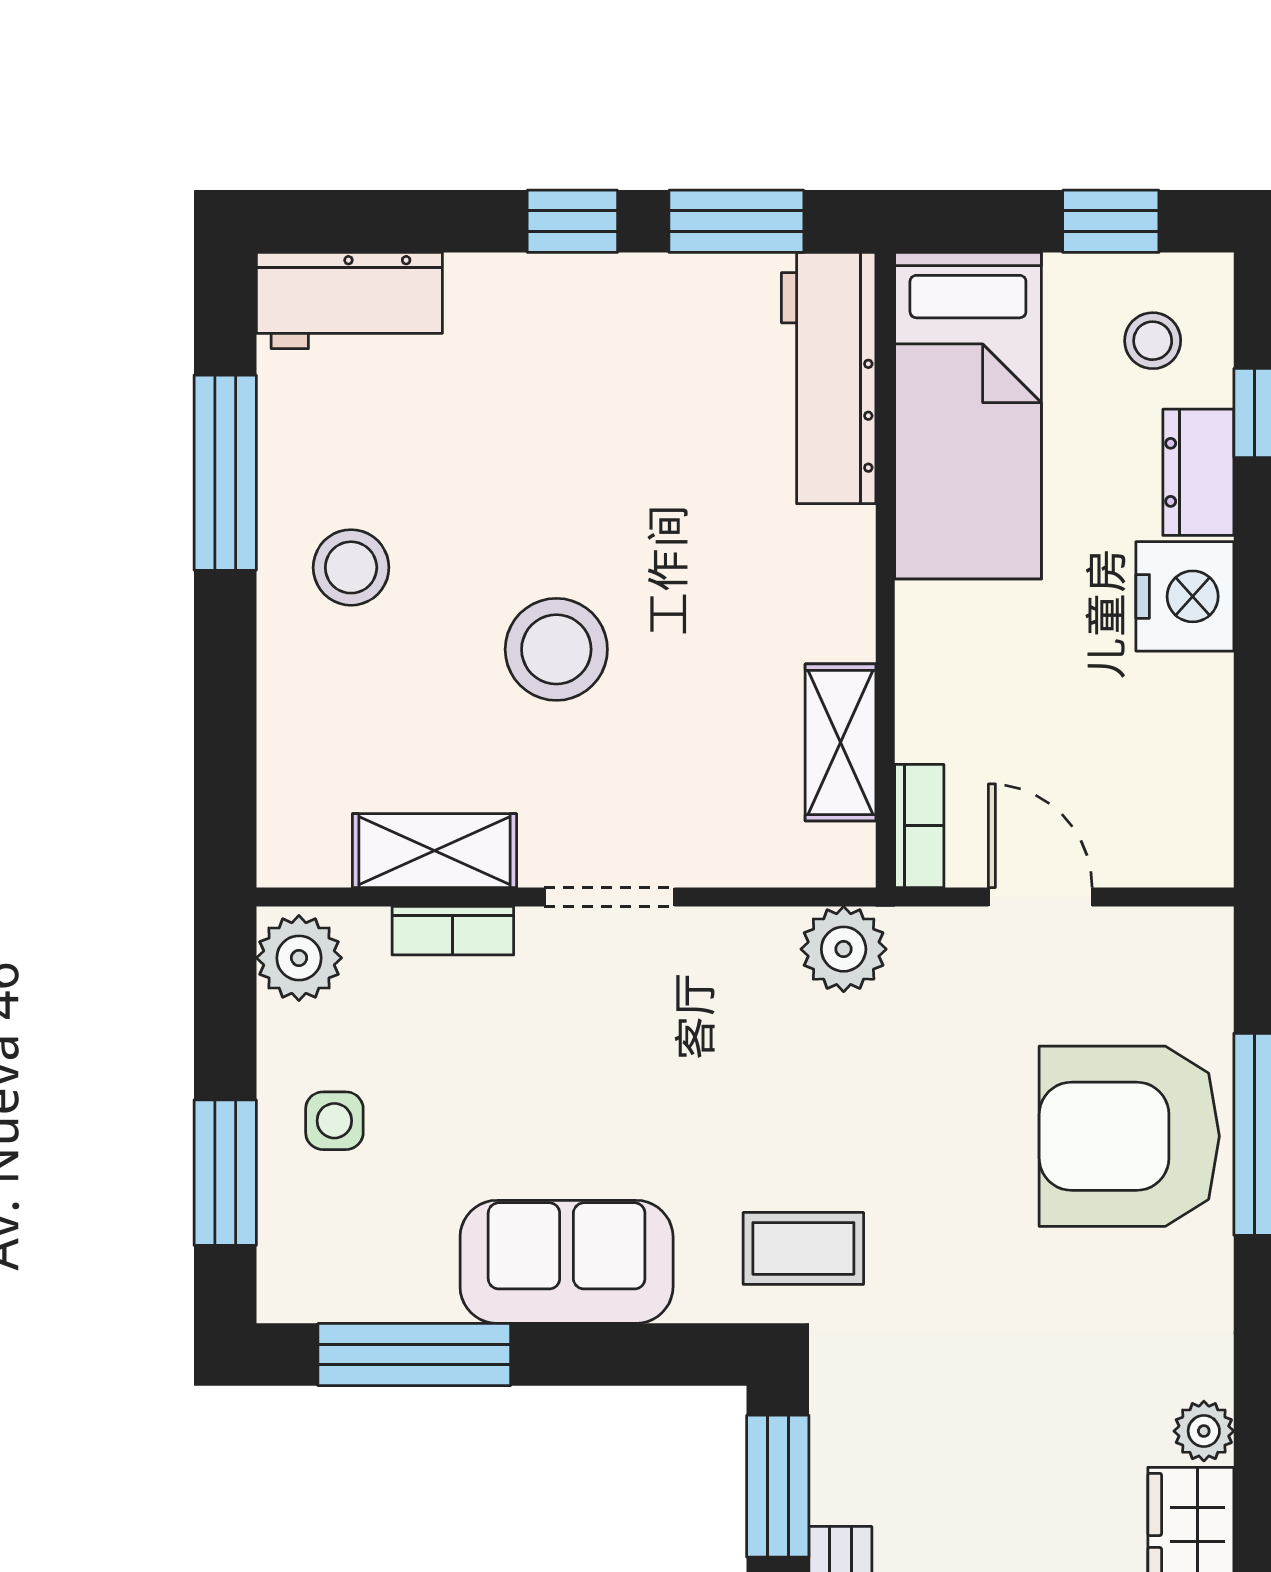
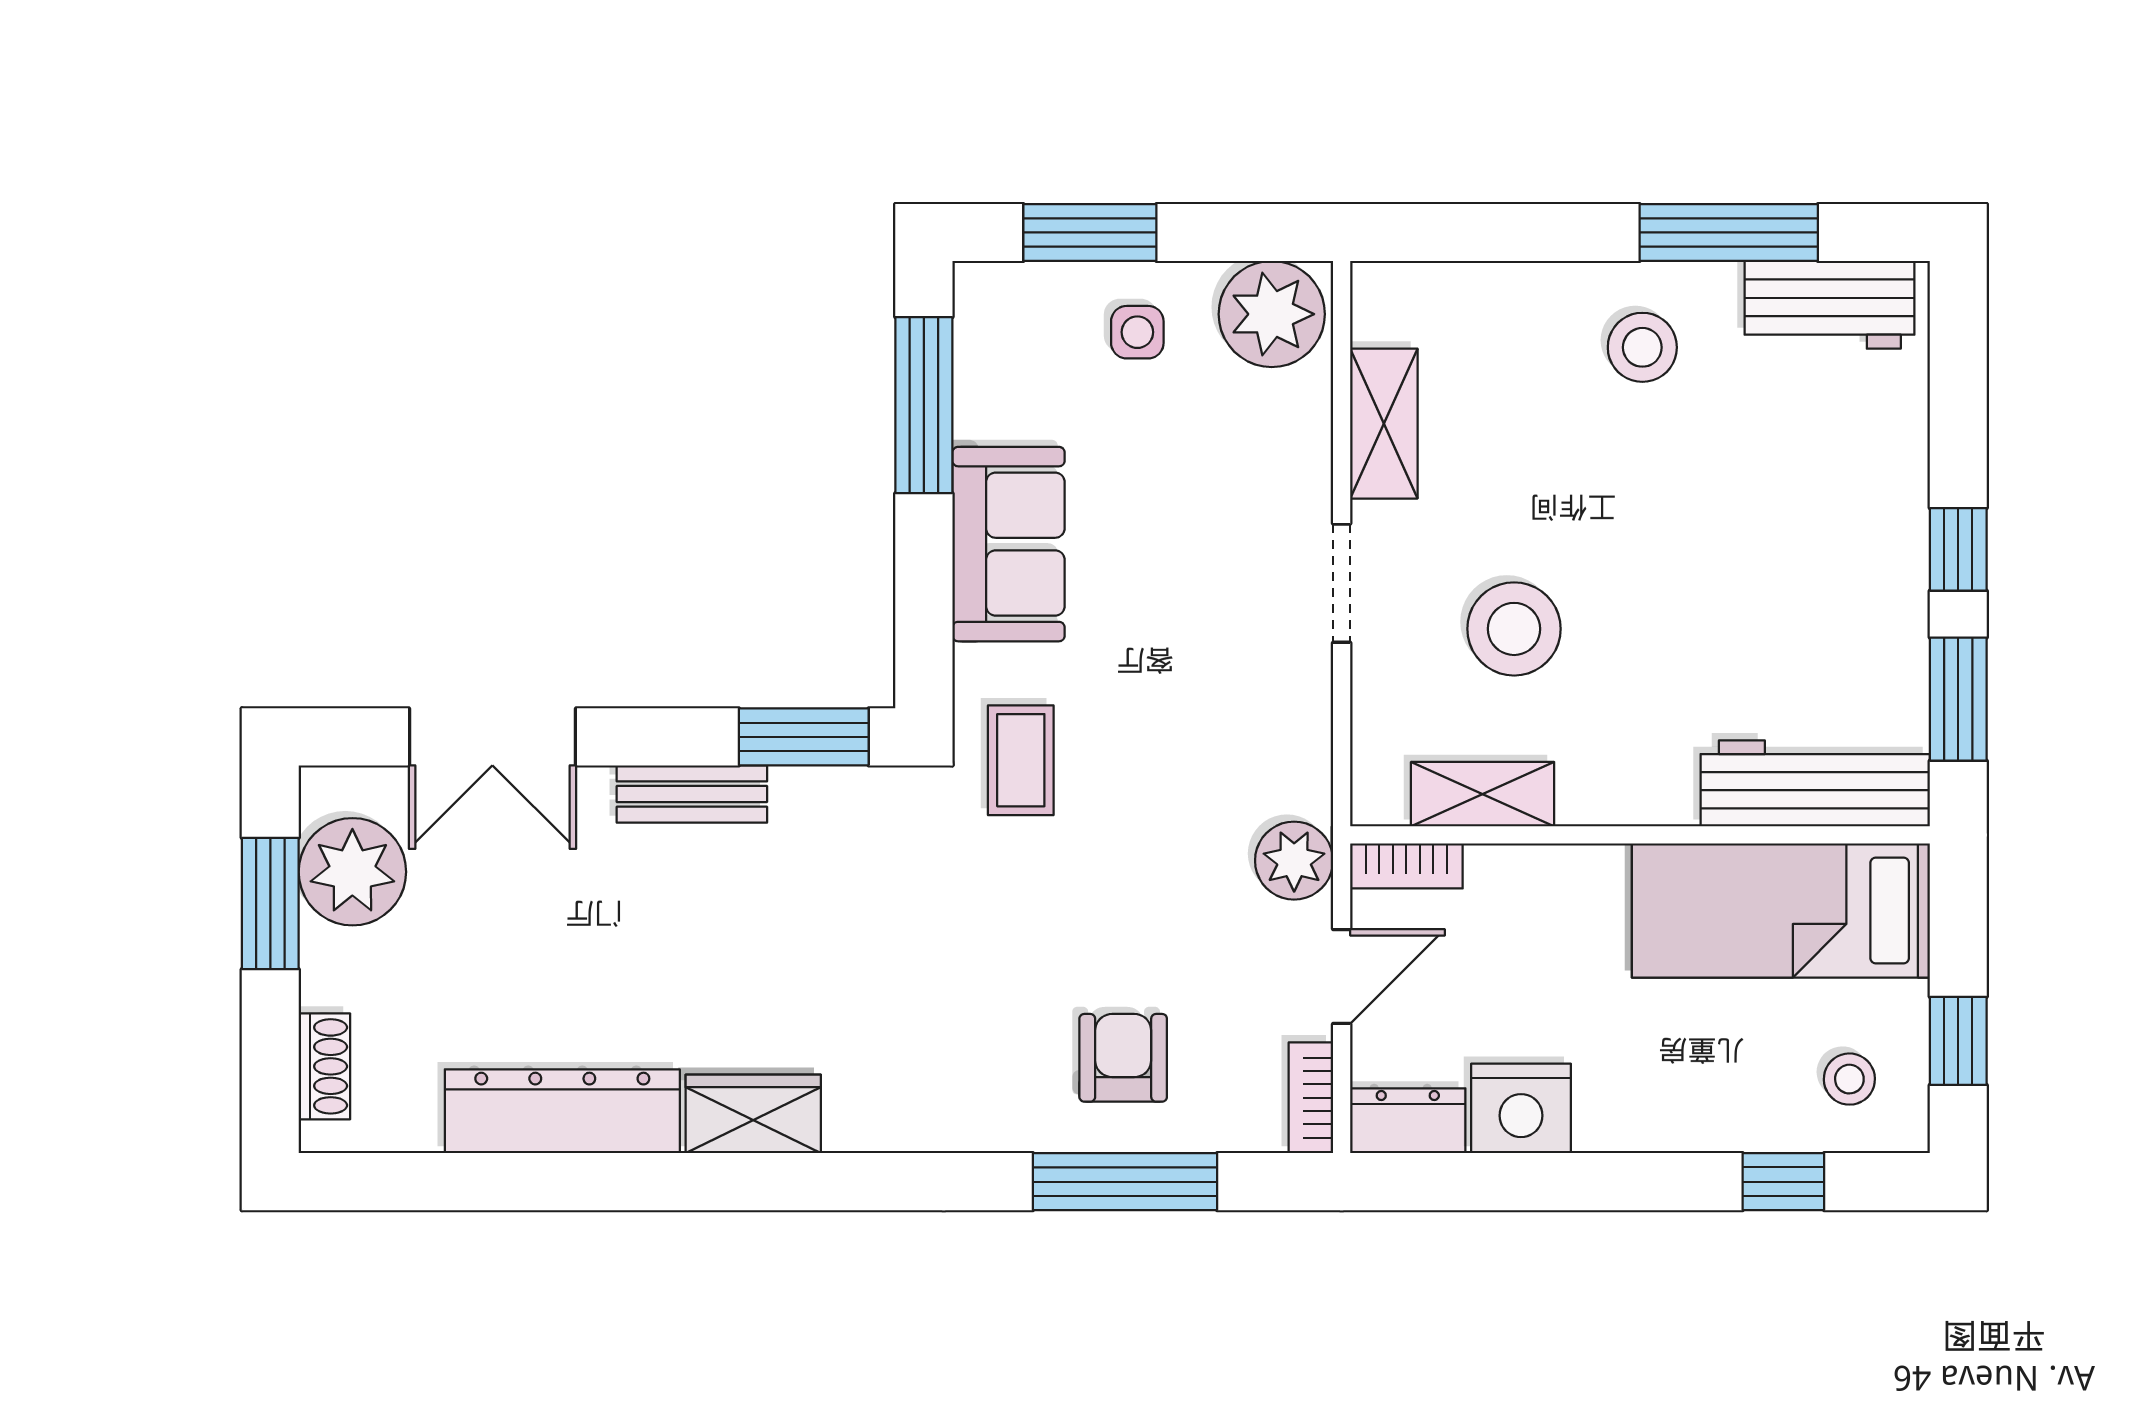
workbench: (349, 301) -> (1829, 305), moved, turned -90
dresser: (1198, 472) -> (1408, 1121), moved
nightstand: (1185, 596) -> (1521, 1108), moved
stool: (556, 649) -> (1514, 629), moved
bookcase: (453, 931) -> (1311, 1098), moved
plant: (844, 949) -> (1294, 861), moved
plant: (299, 958) -> (1272, 314), width x1.36, depth x1.36
armchair: (1129, 1136) -> (1123, 1058), width x0.53, depth x0.53
plant: (1204, 1431) -> (854, 1126), removed

